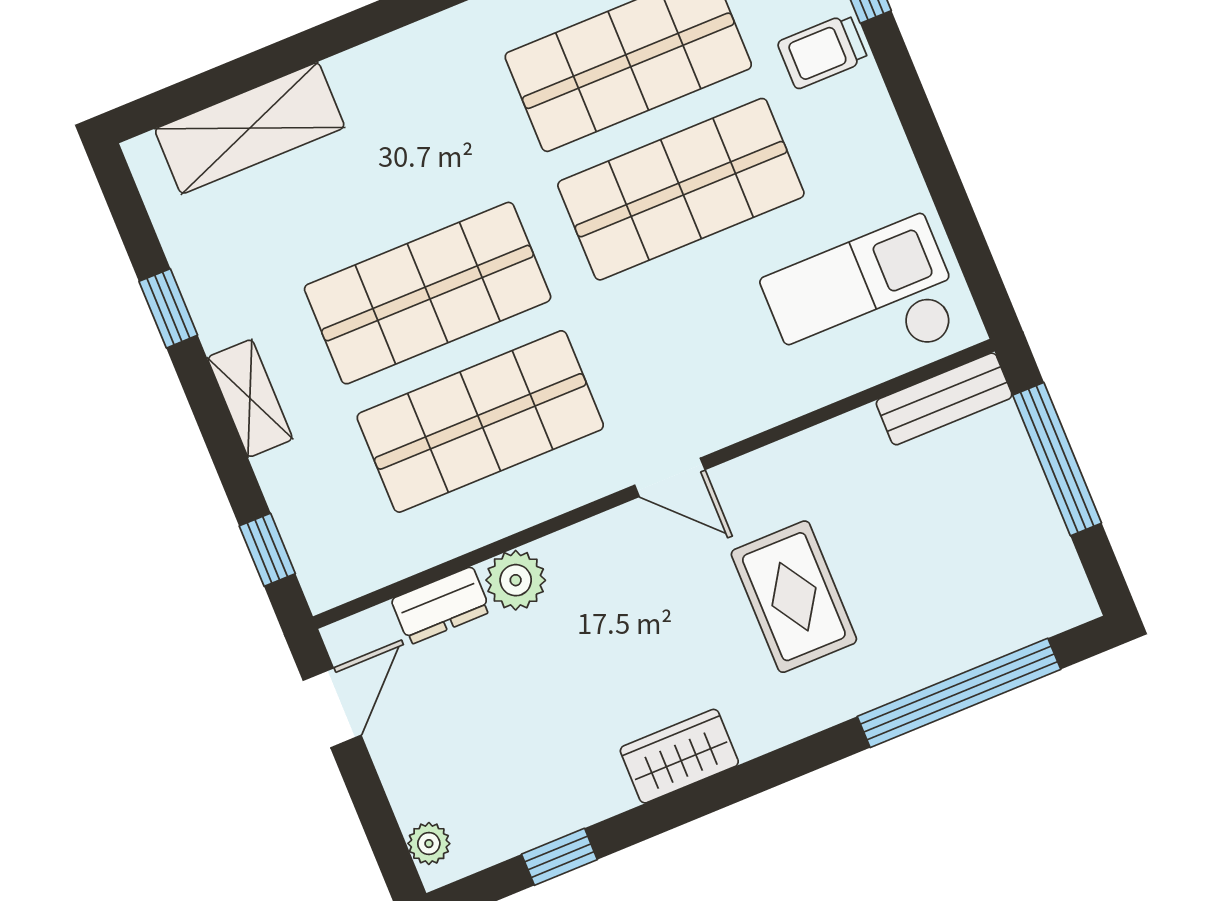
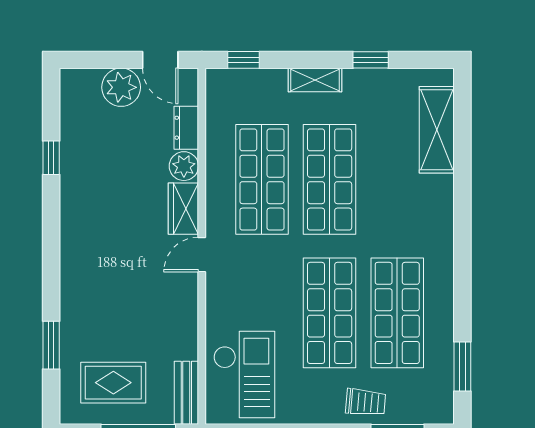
trolley: (823, 51) -> (366, 402), turned 95
rug: (794, 597) -> (113, 383), moved
window: (959, 693) -> (51, 345), width x0.47
wardrobe: (679, 756) -> (183, 209), moved, turned 180
plant: (429, 844) -> (121, 87), moved, width x1.87, depth x1.87
window: (559, 857) -> (51, 158), moved

